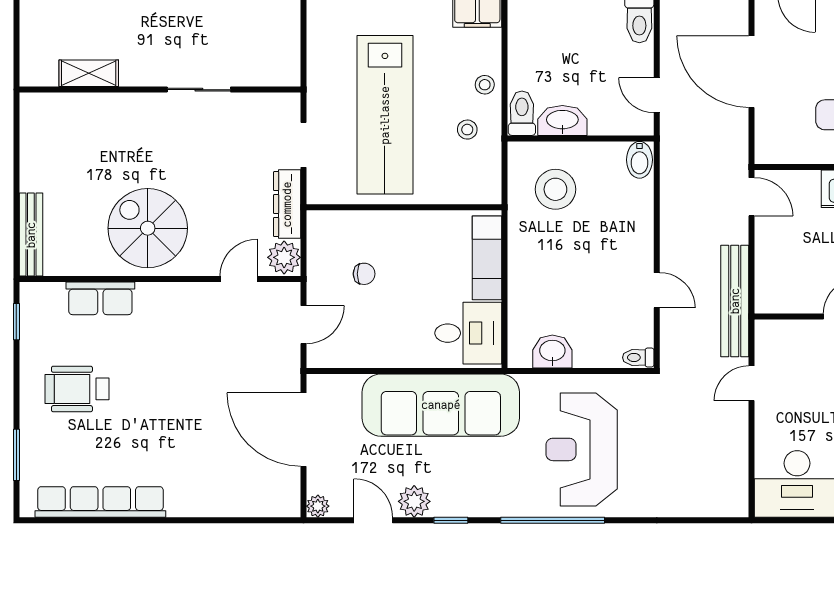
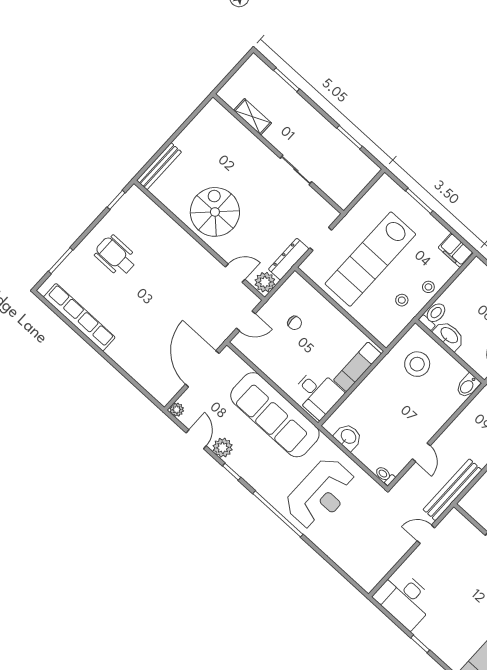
row of seats: (100, 298) -> (164, 224), removed
reception desk: (582, 449) -> (321, 494), turned 180

